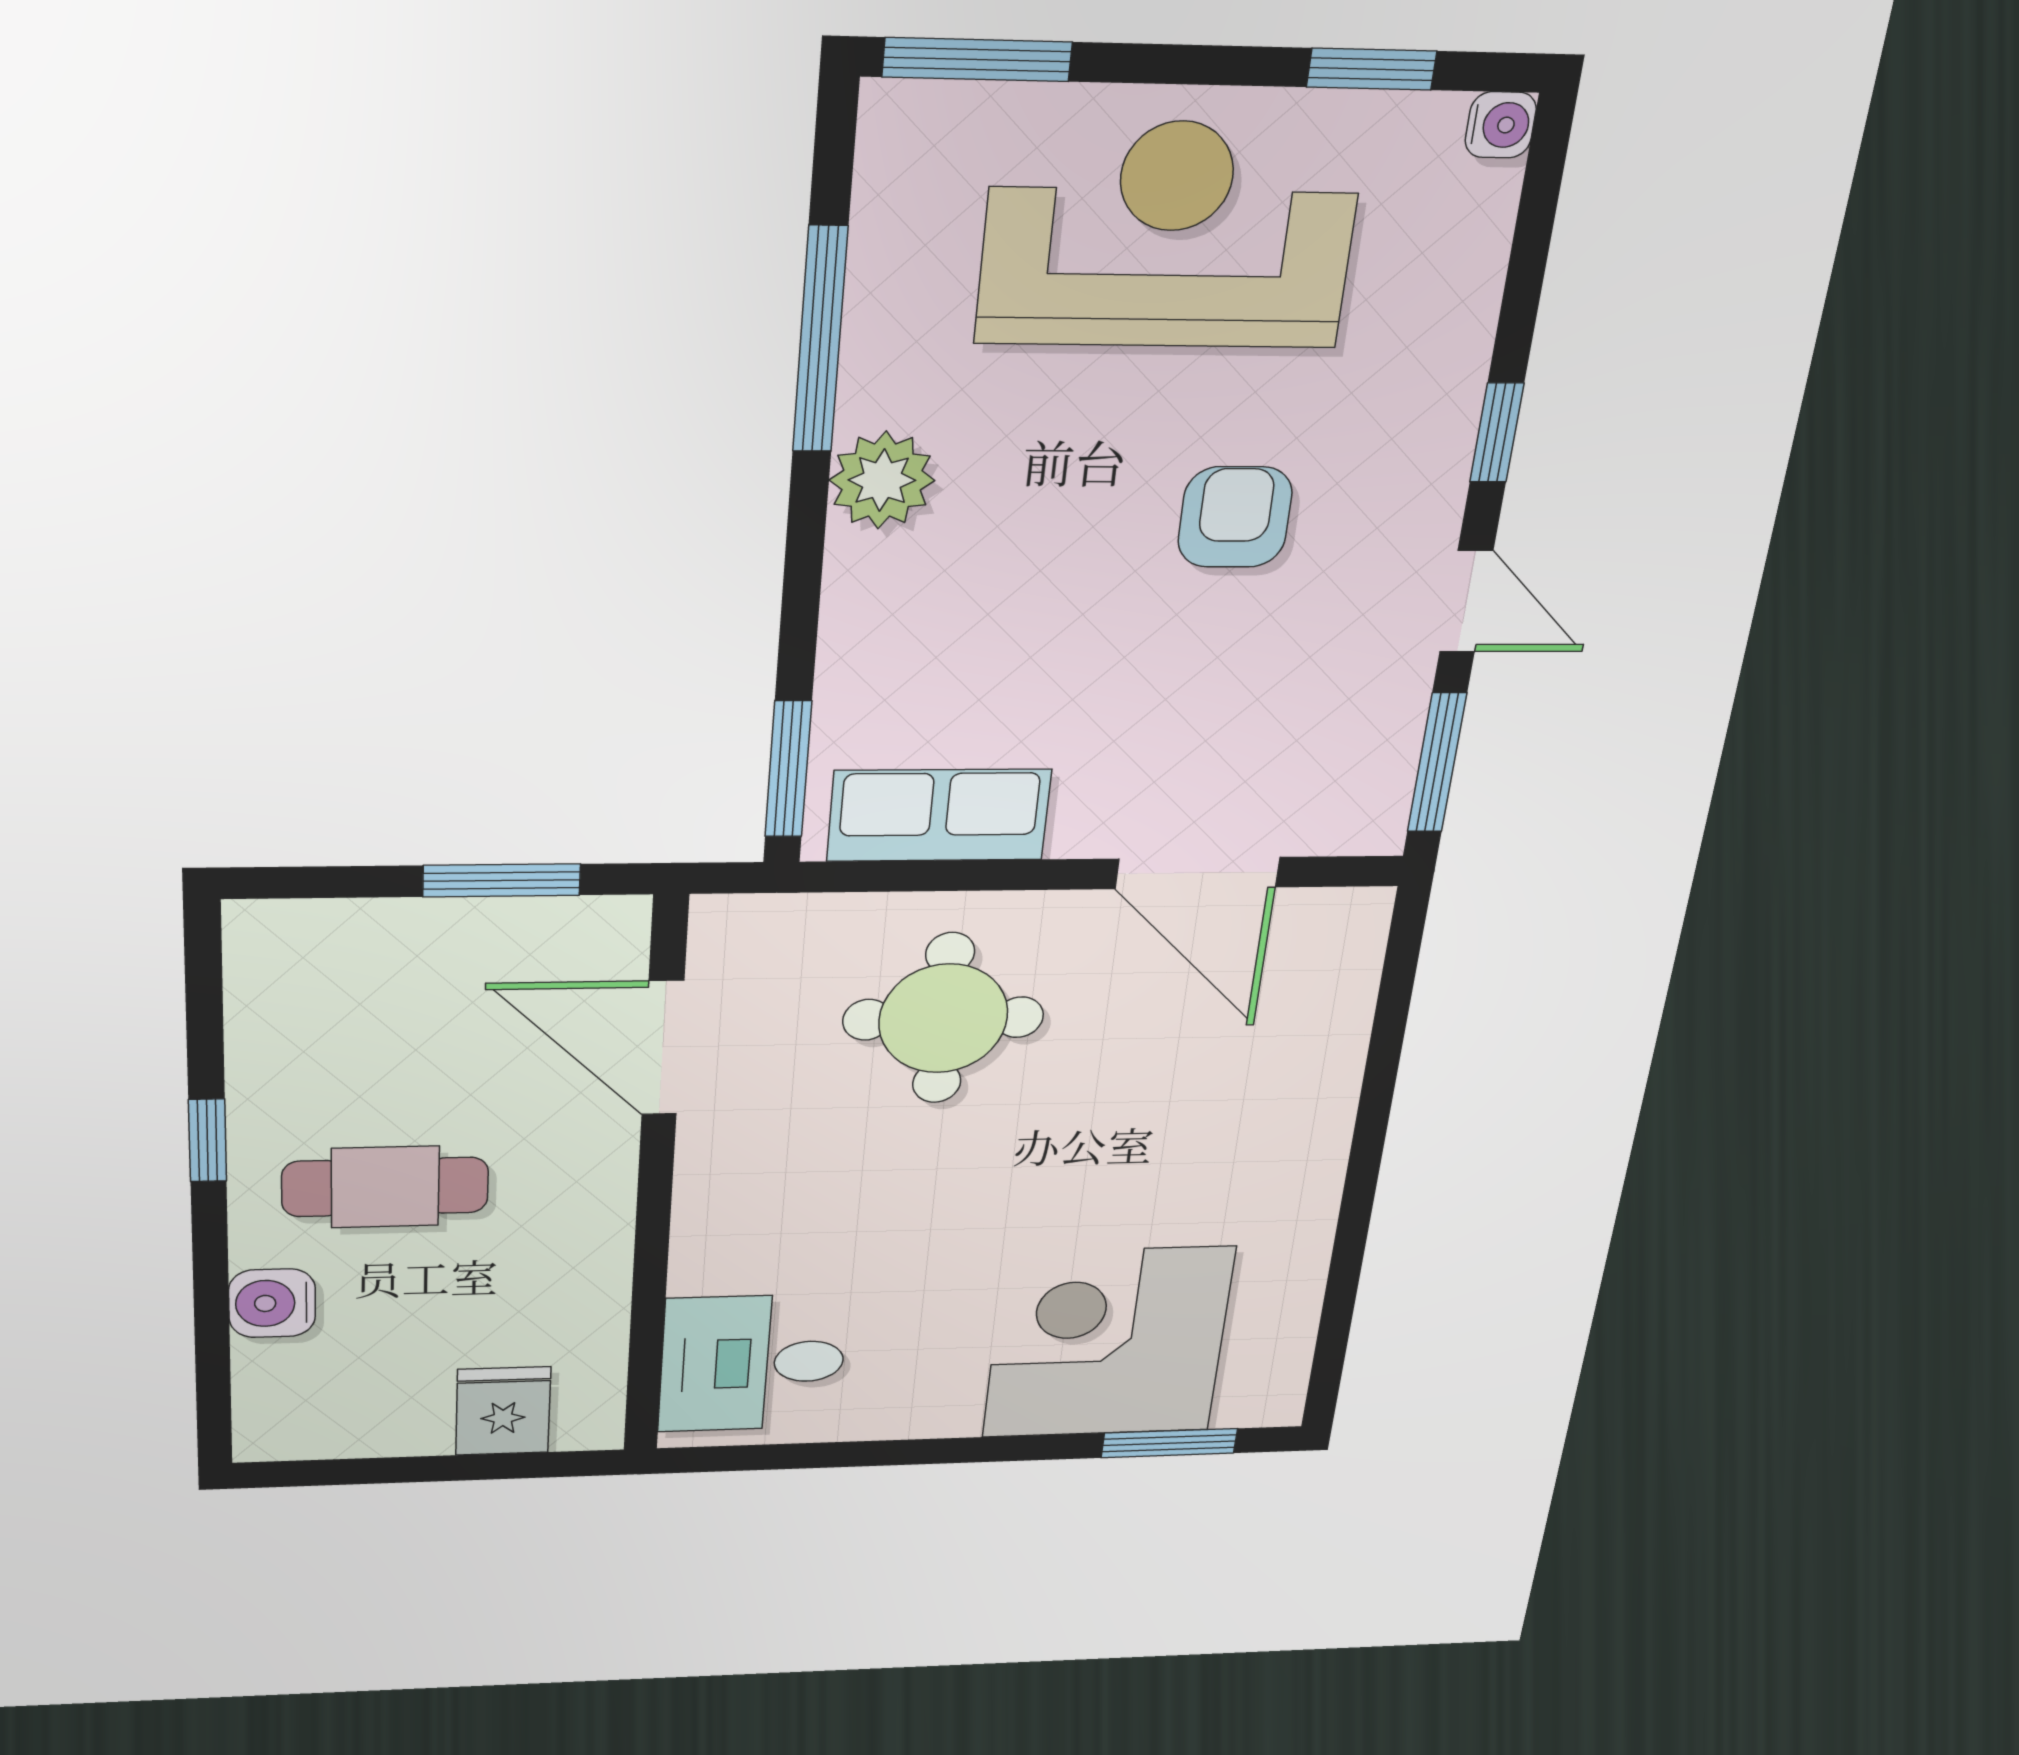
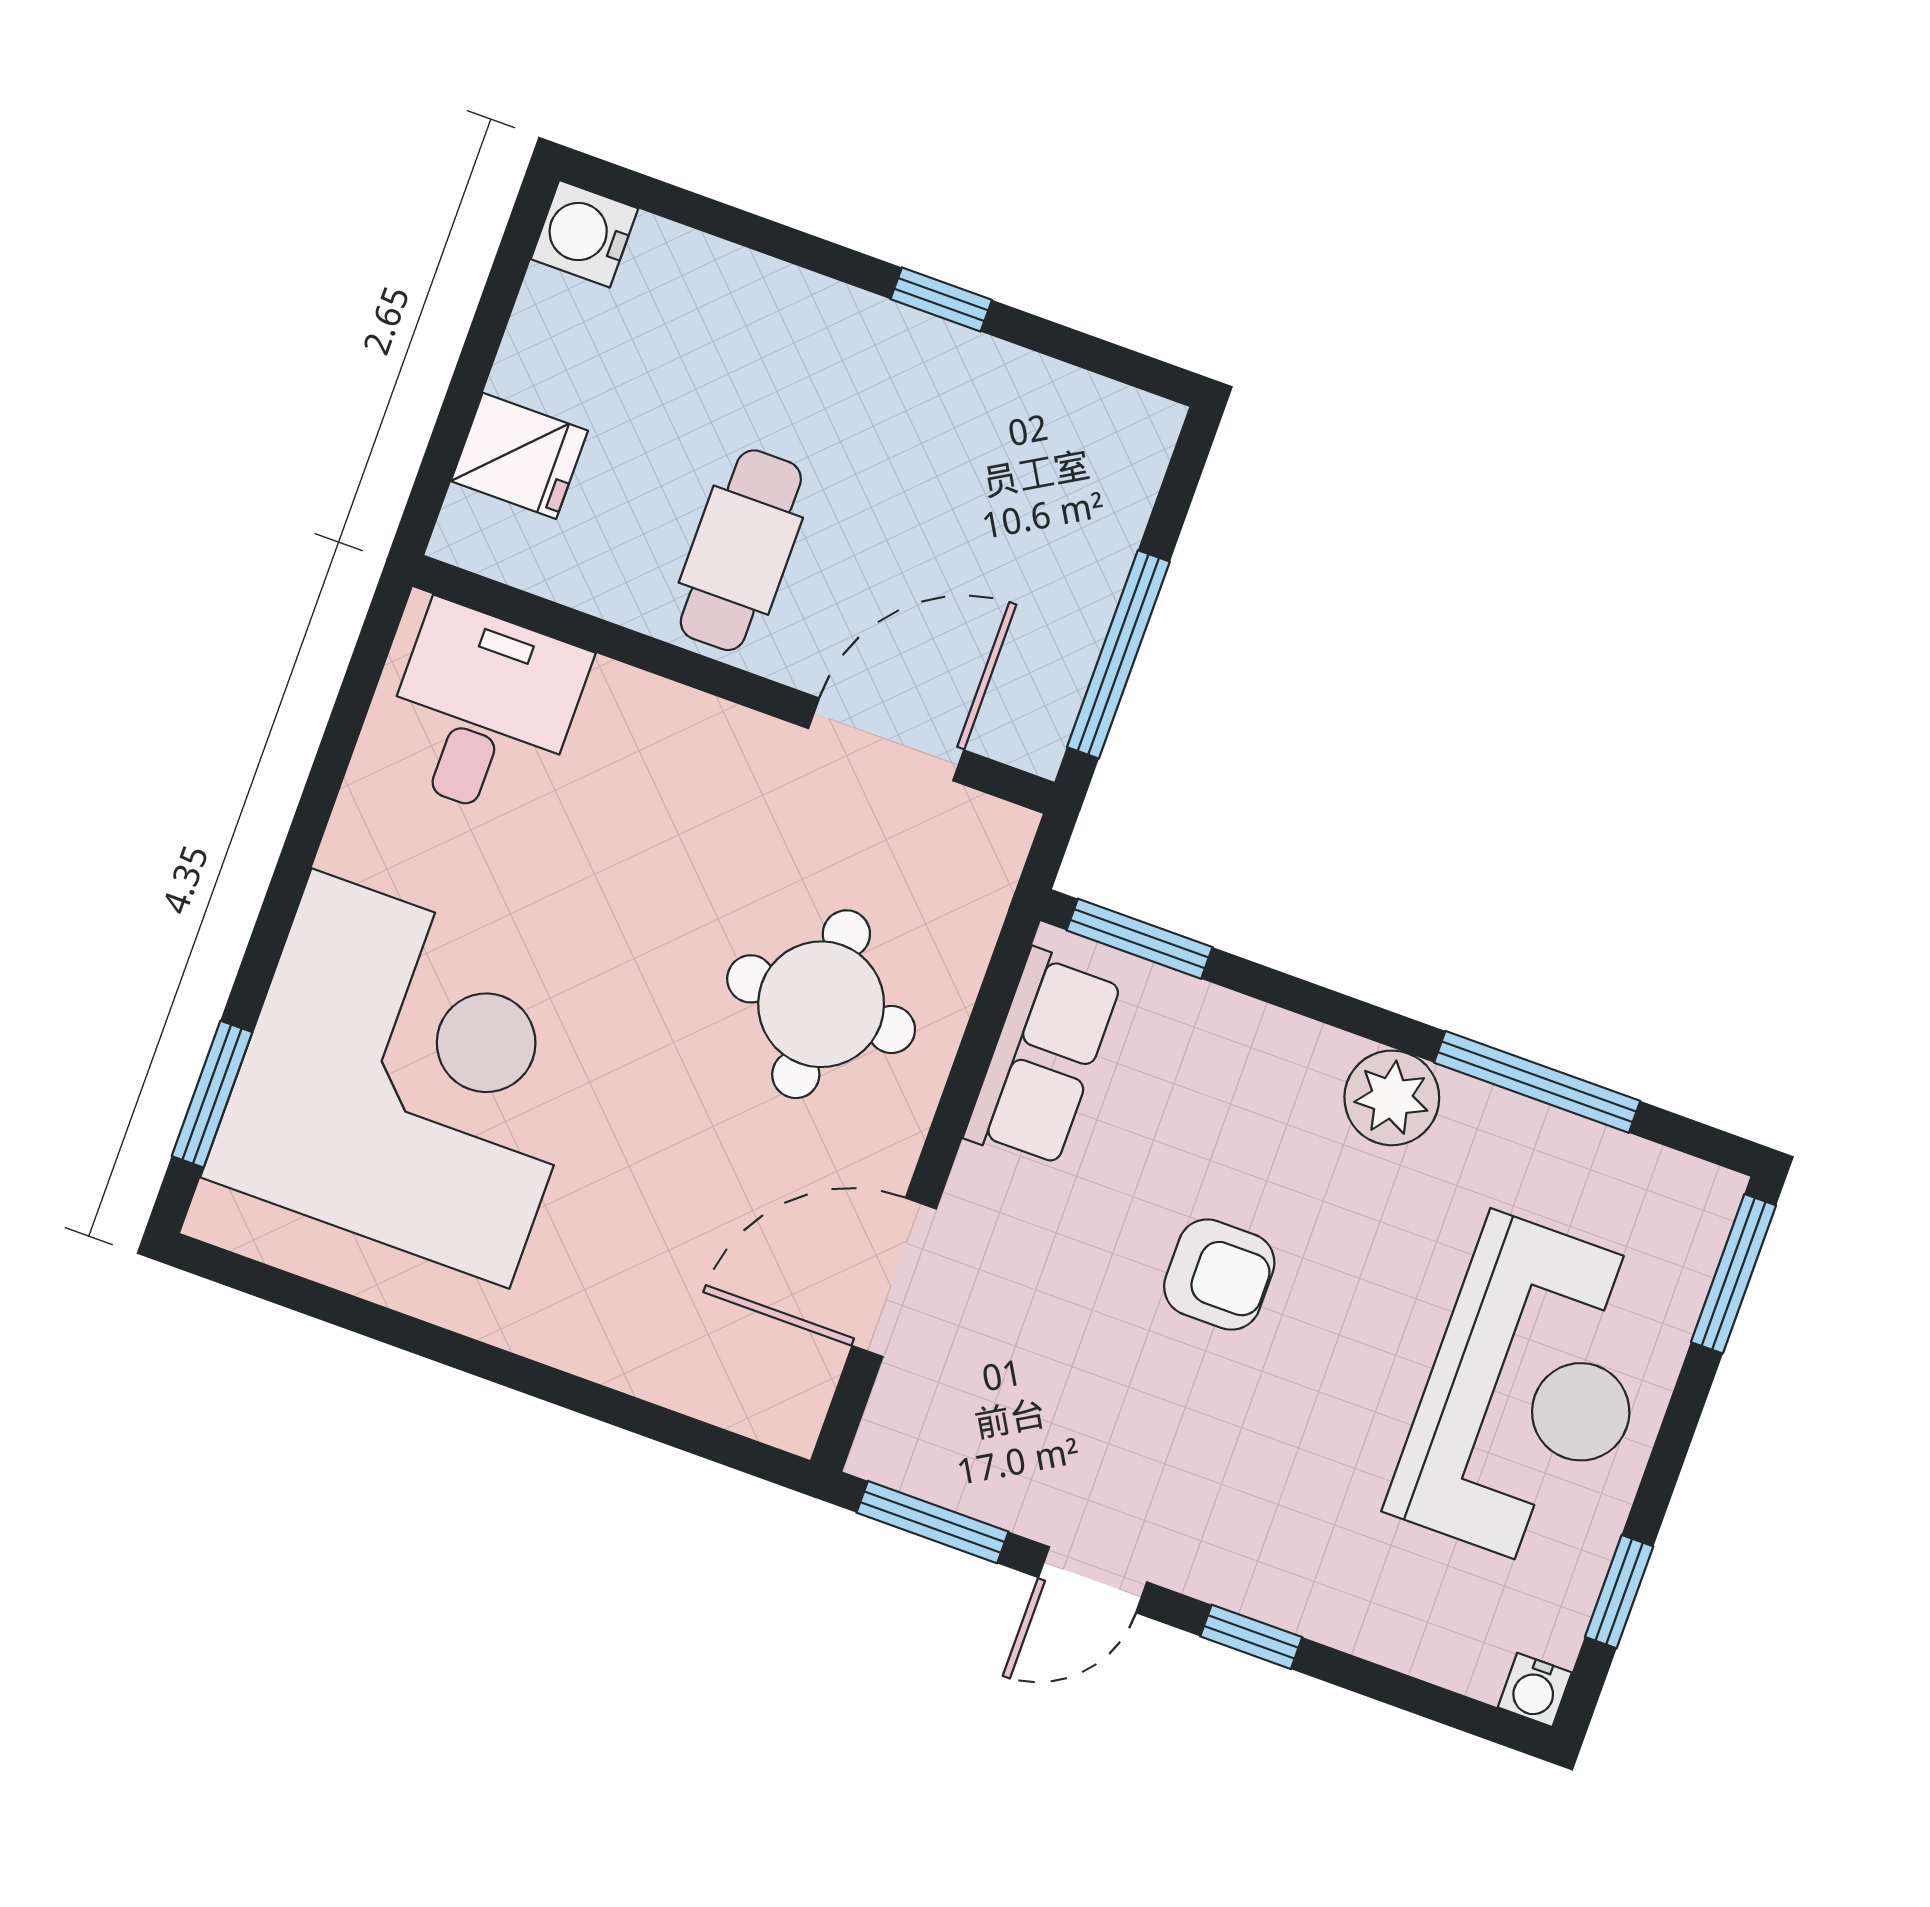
armchair: (1235, 517) -> (1219, 1275), moved
window: (502, 880) -> (1118, 654), width x1.44
cafe table: (385, 1187) -> (741, 550), moved
water cooler: (272, 1303) -> (584, 234), moved, turned -90
corner desk: (1108, 1343) -> (410, 1078), width x1.36, depth x1.36

